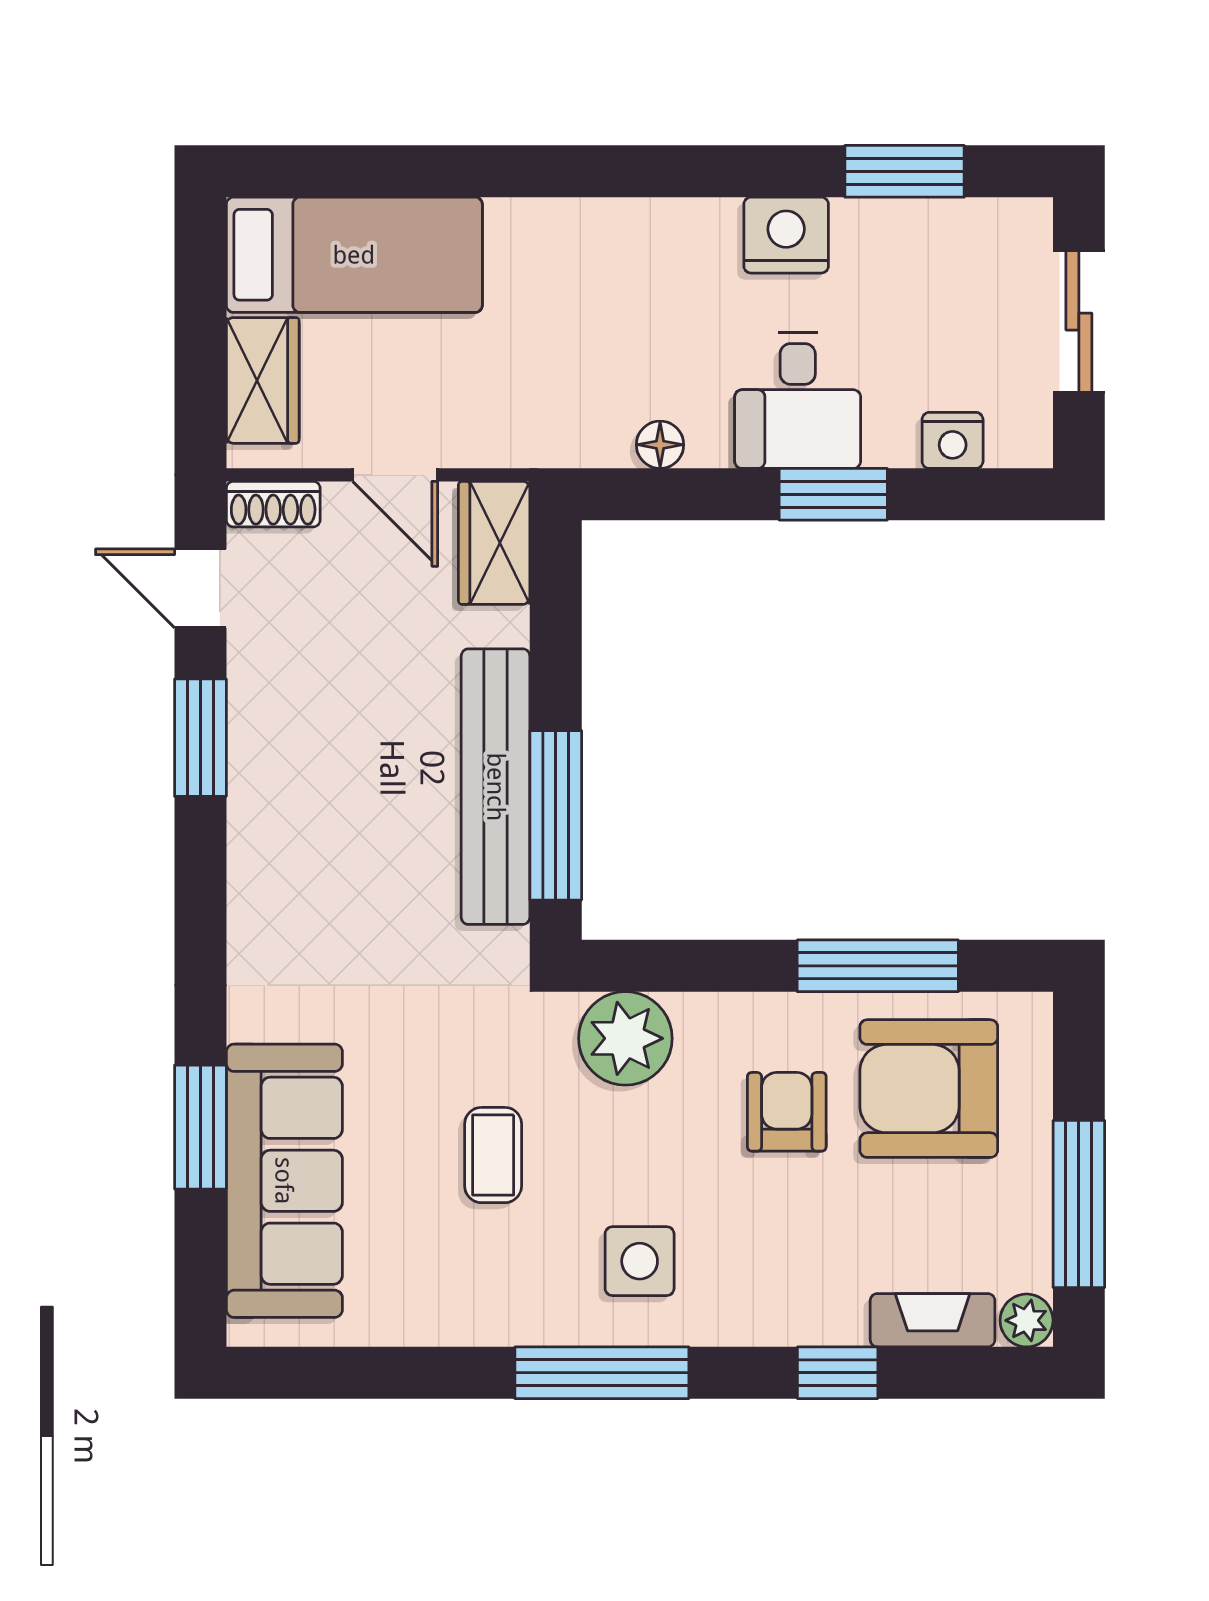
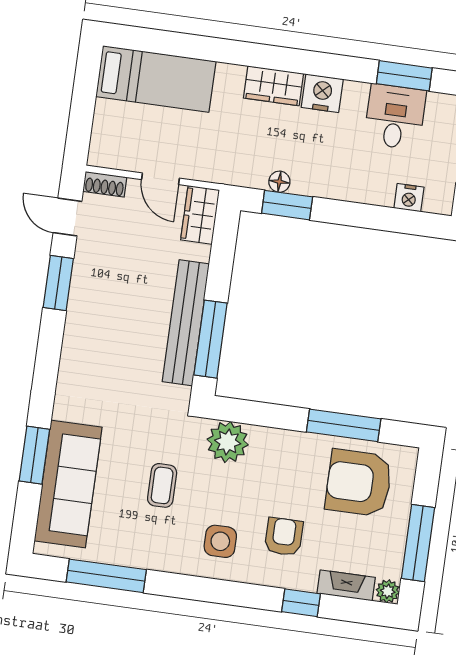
nightstand: (786, 235) -> (322, 93), moved
wardrobe: (263, 380) -> (274, 86), moved, turned 90
desk: (798, 401) -> (395, 117), moved, turned 180
window: (833, 494) -> (287, 205), moved
armchair: (787, 1112) -> (284, 537), moved
window: (602, 1373) -> (106, 576), moved

